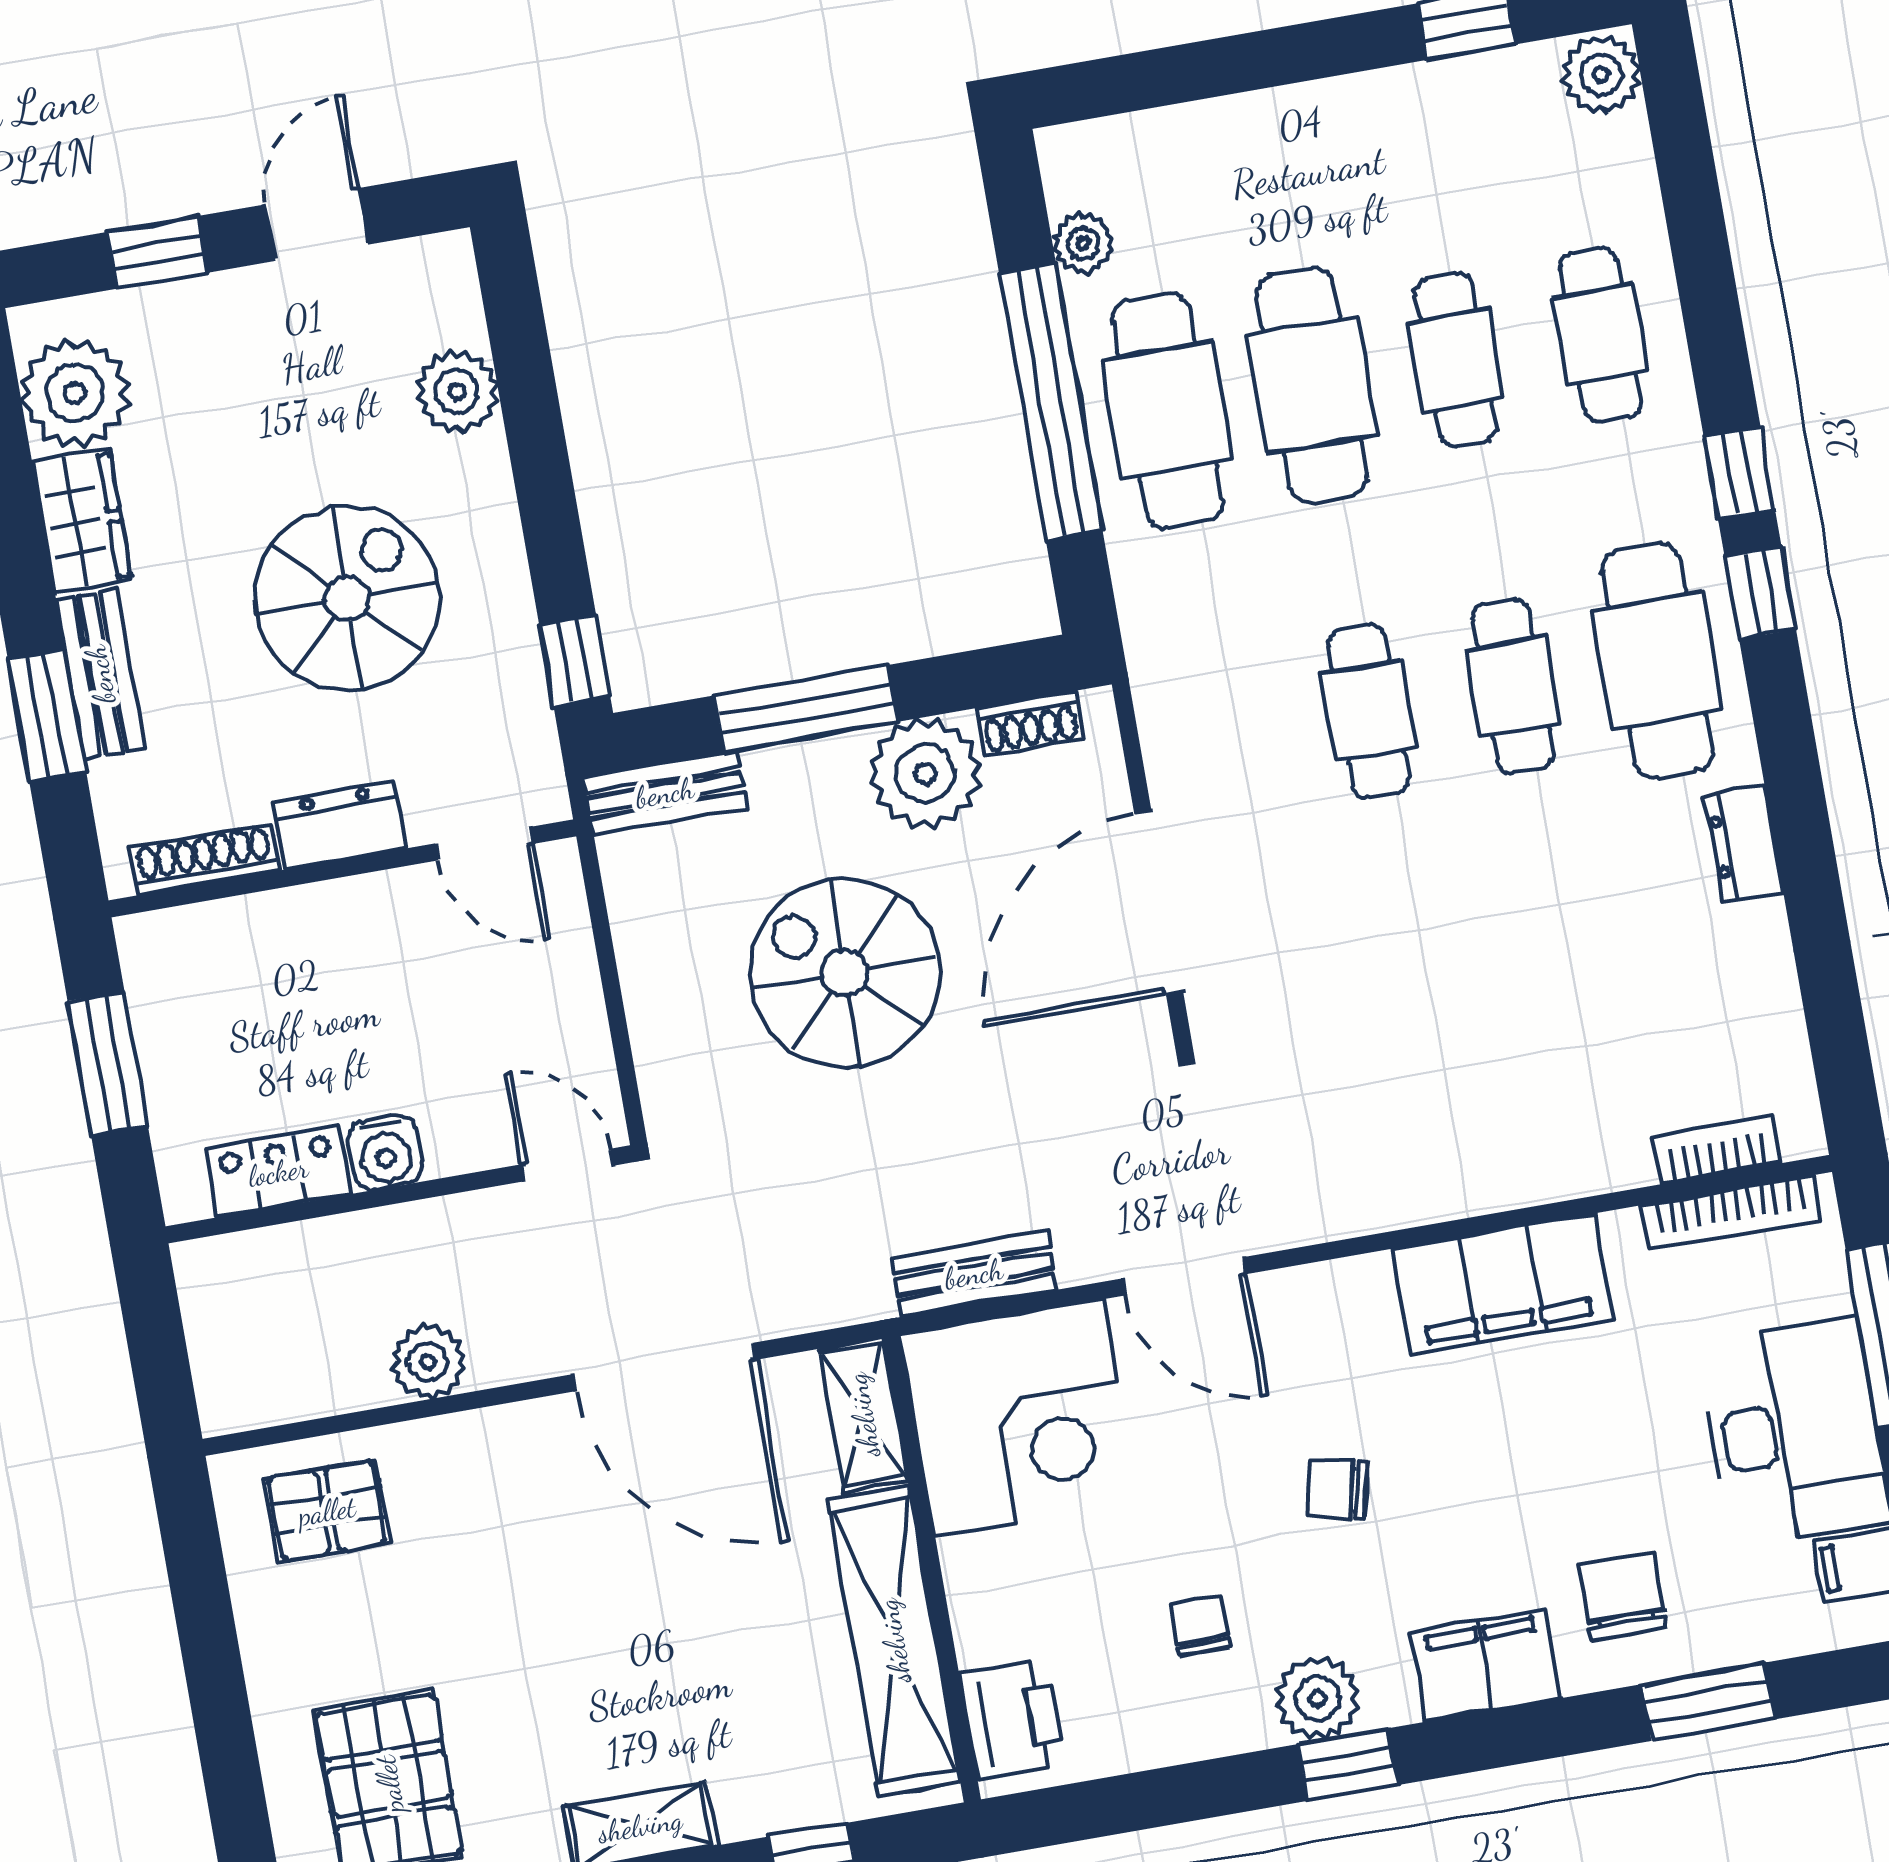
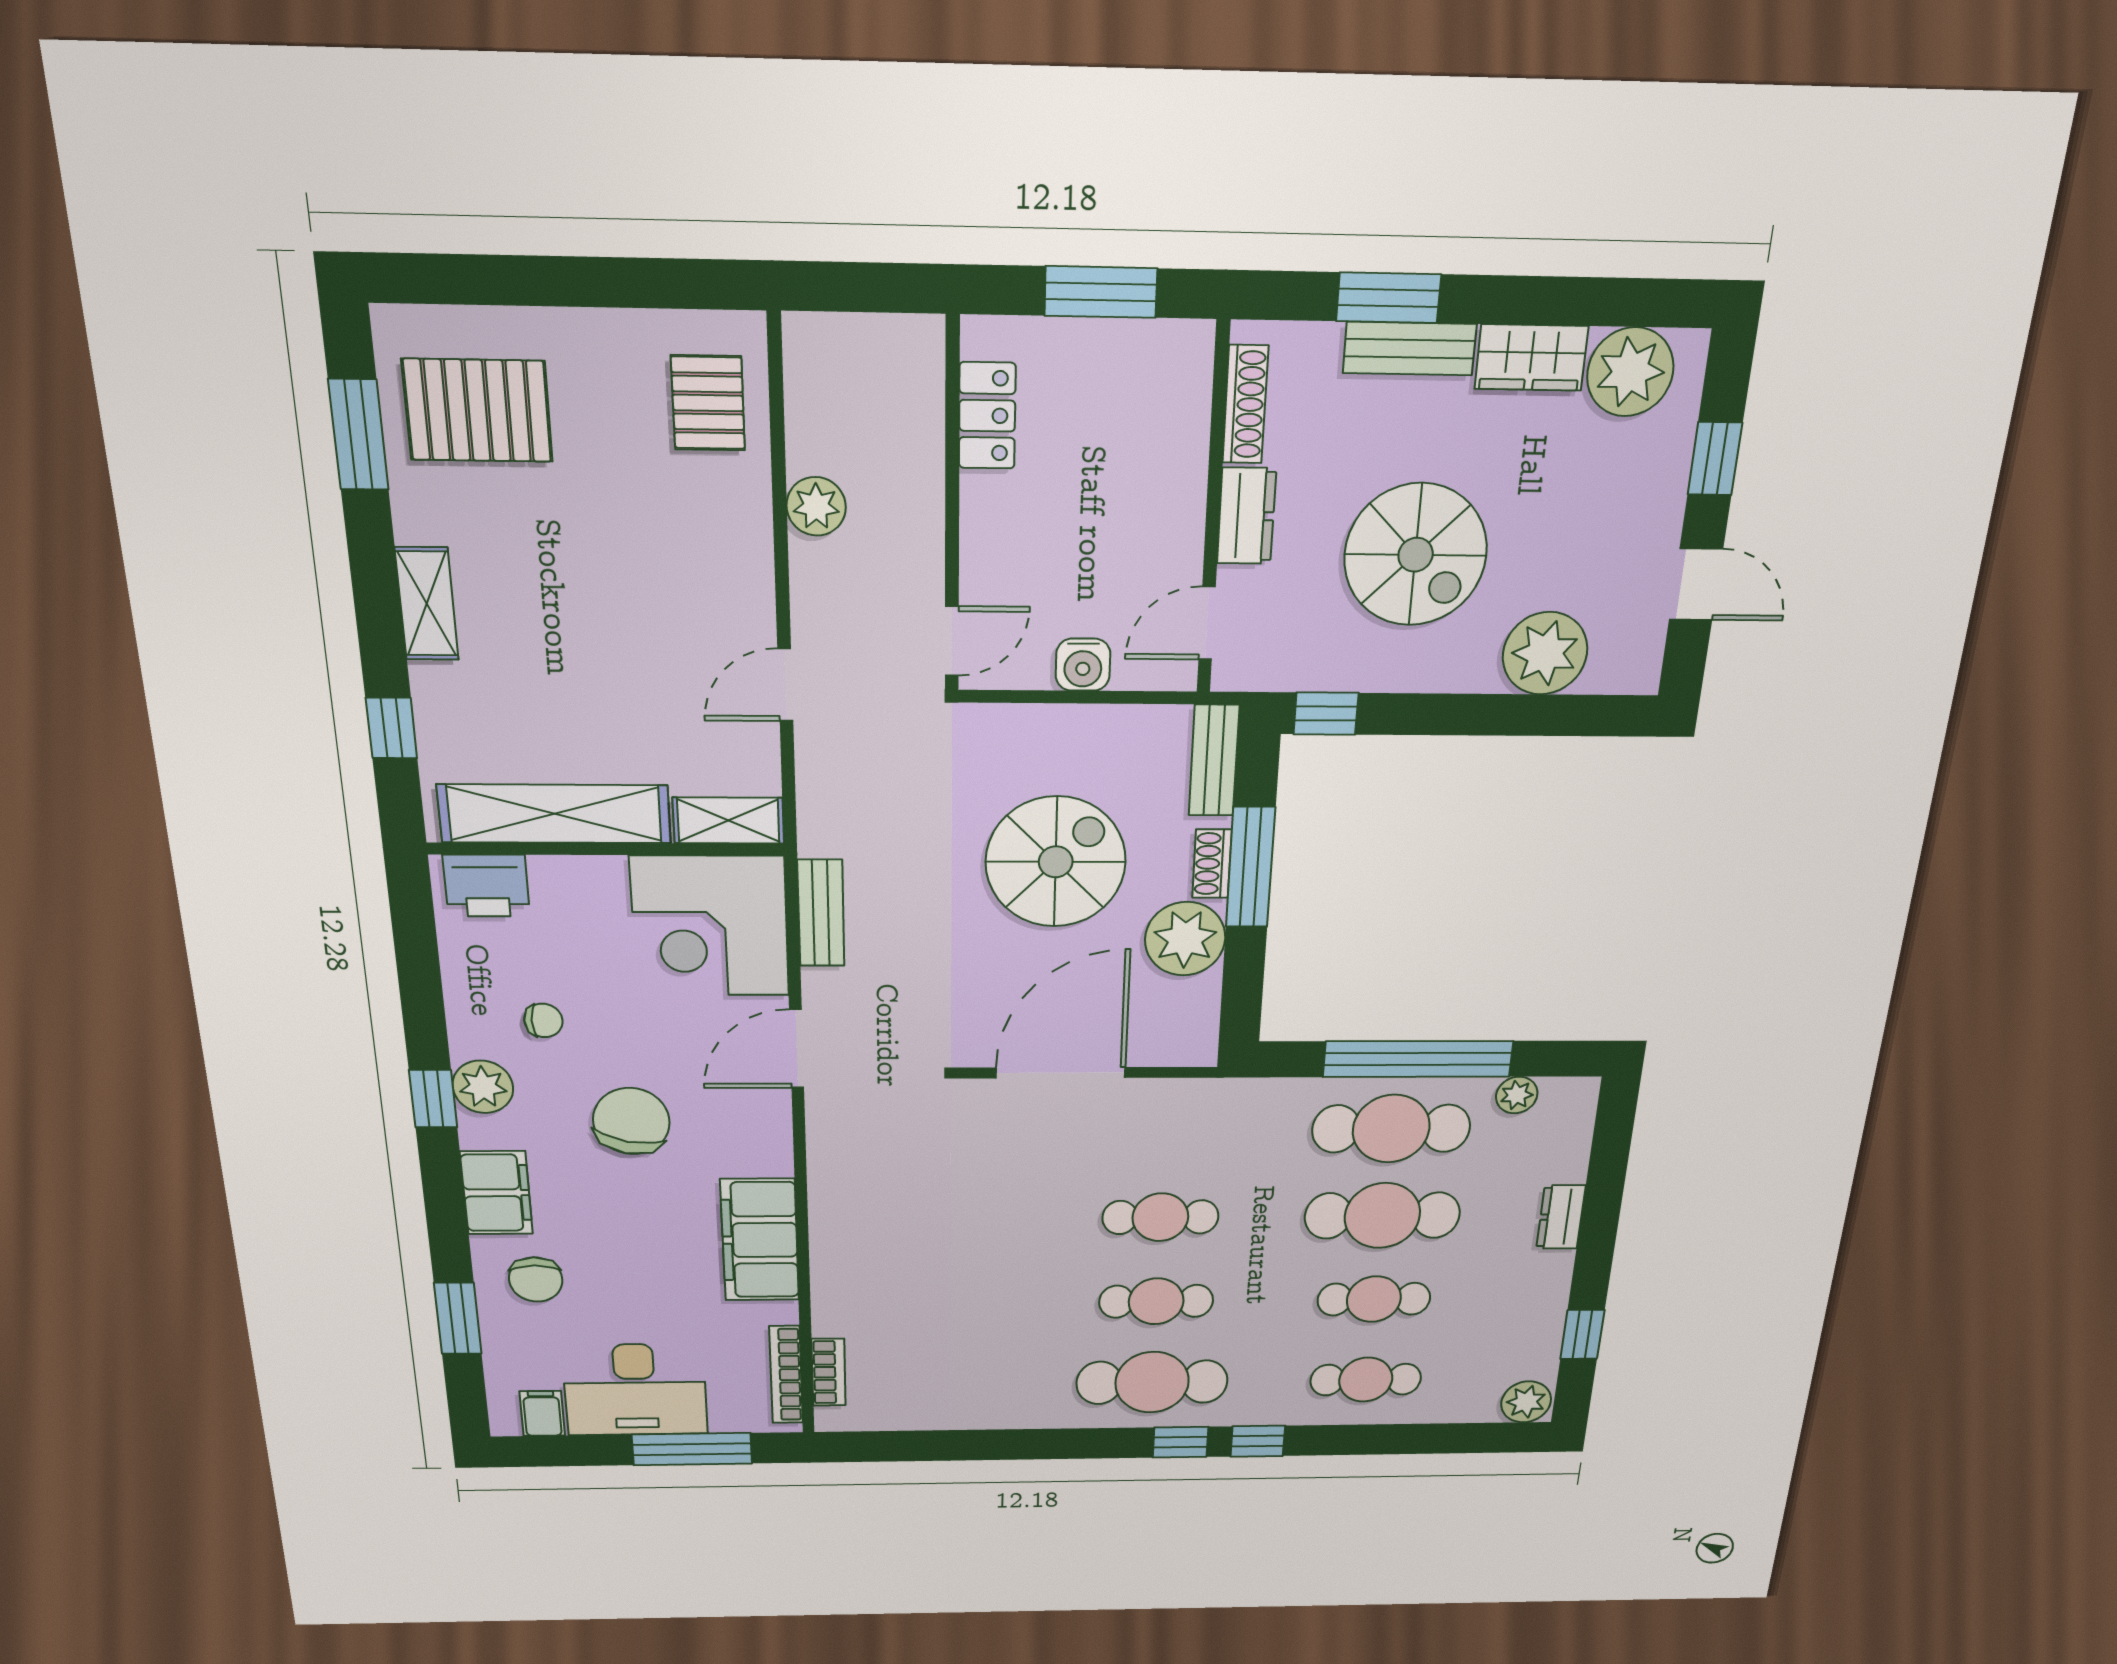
plant: (457, 392) -> (1545, 653), width x1.36, depth x1.36
shoe rack: (1030, 723) -> (1212, 864), moved
dresser: (1743, 844) -> (1561, 1217), moved, turned -90
door: (1159, 903) -> (1061, 1073), hinge flipped
water cooler: (385, 1152) -> (1083, 665), moved, turned -90
door: (664, 1367) -> (785, 685), width x0.53
chair: (1337, 1489) -> (631, 1121), width x1.87, depth x1.87
chair: (1623, 1596) -> (536, 1280), turned 90

